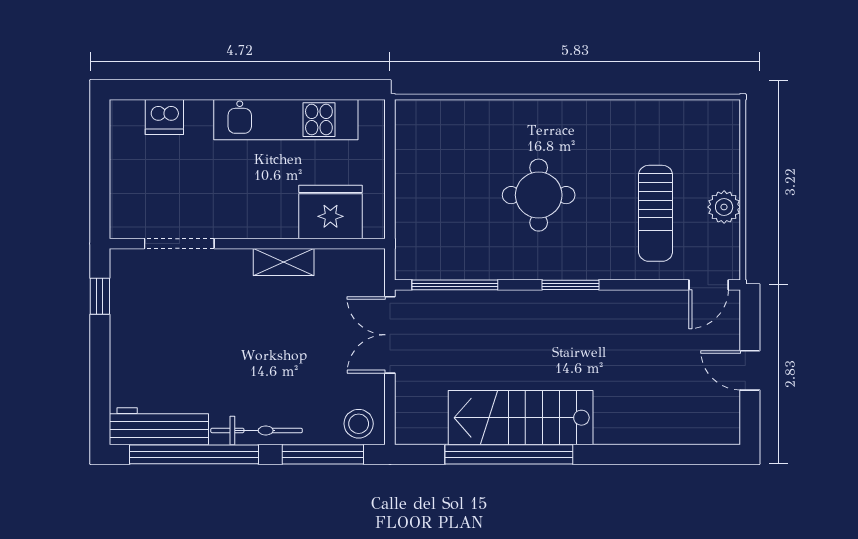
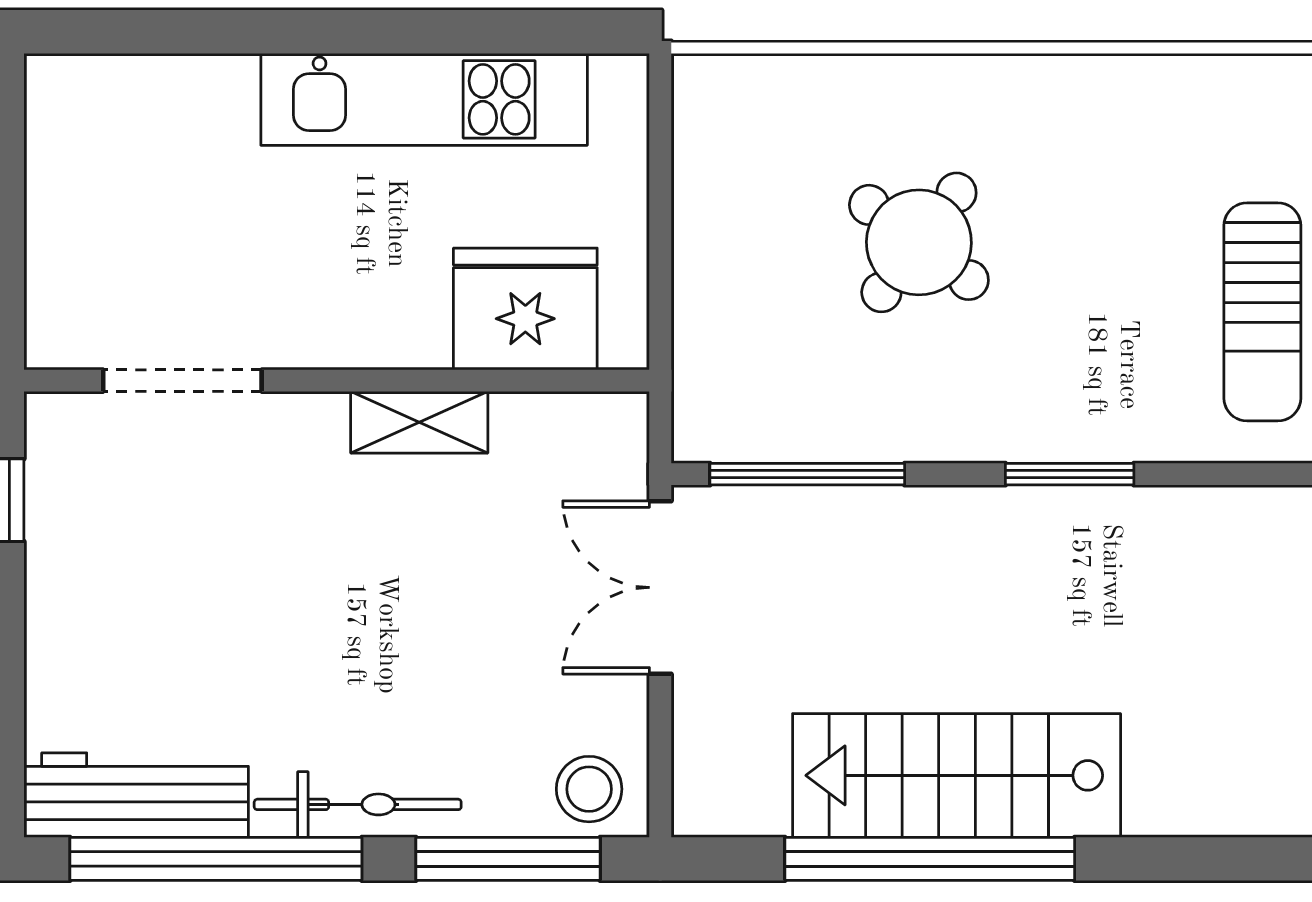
dishwasher: (164, 117) -> (149, 93), removed
round table: (539, 195) -> (919, 242), moved, turned 37

